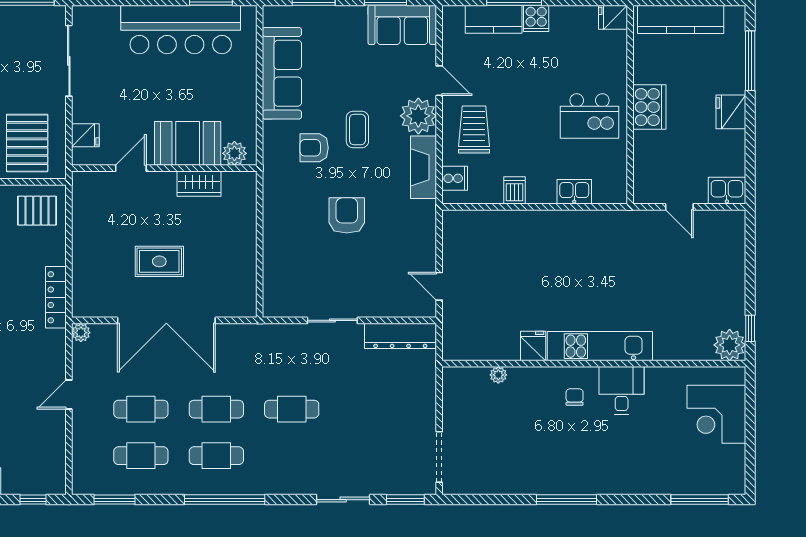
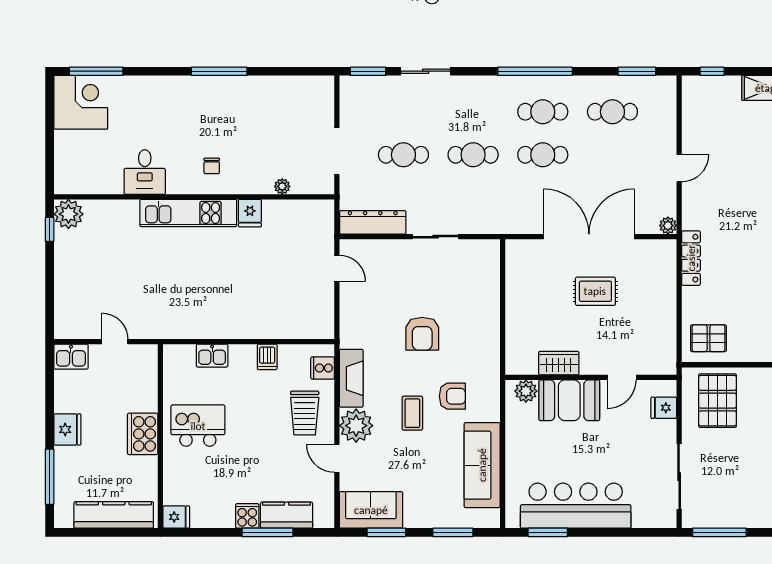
desk: (622, 390) -> (145, 172), moved
cafe table: (141, 409) -> (403, 155), moved
corner desk: (716, 414) -> (81, 102), moved
doorway: (439, 457) -> (337, 151), moved

